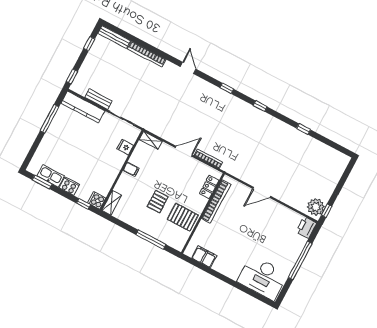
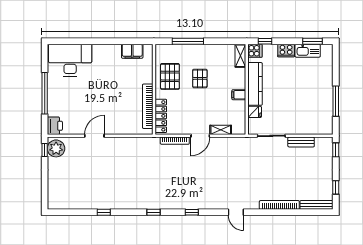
kitchen counter: (83, 107) -> (255, 84), moved, turned 90
shelving: (151, 140) -> (221, 130), moved
locker: (209, 187) -> (161, 116), width x1.53
door: (262, 192) -> (94, 136), moved
pallet: (183, 217) -> (170, 76), turned 90

